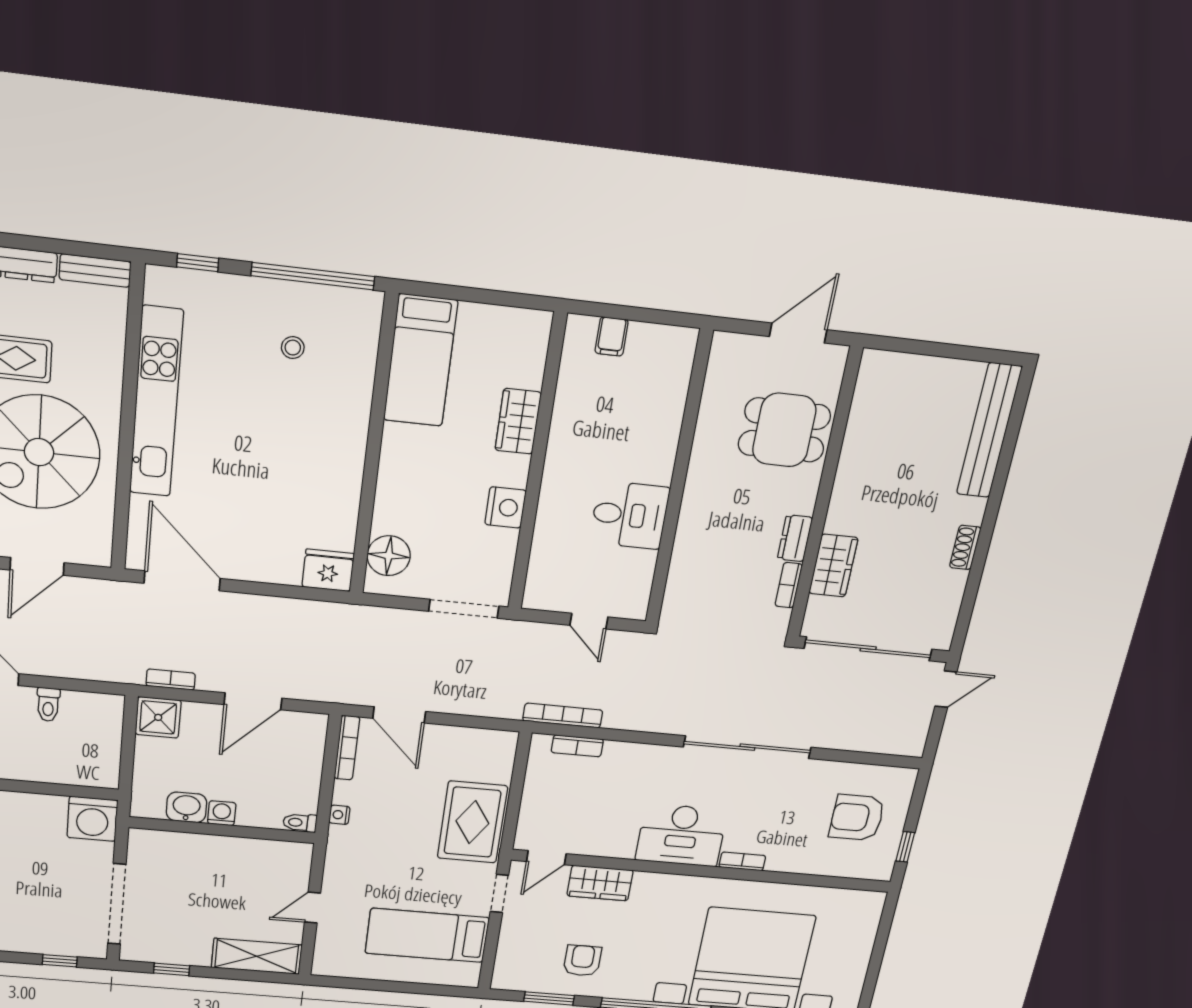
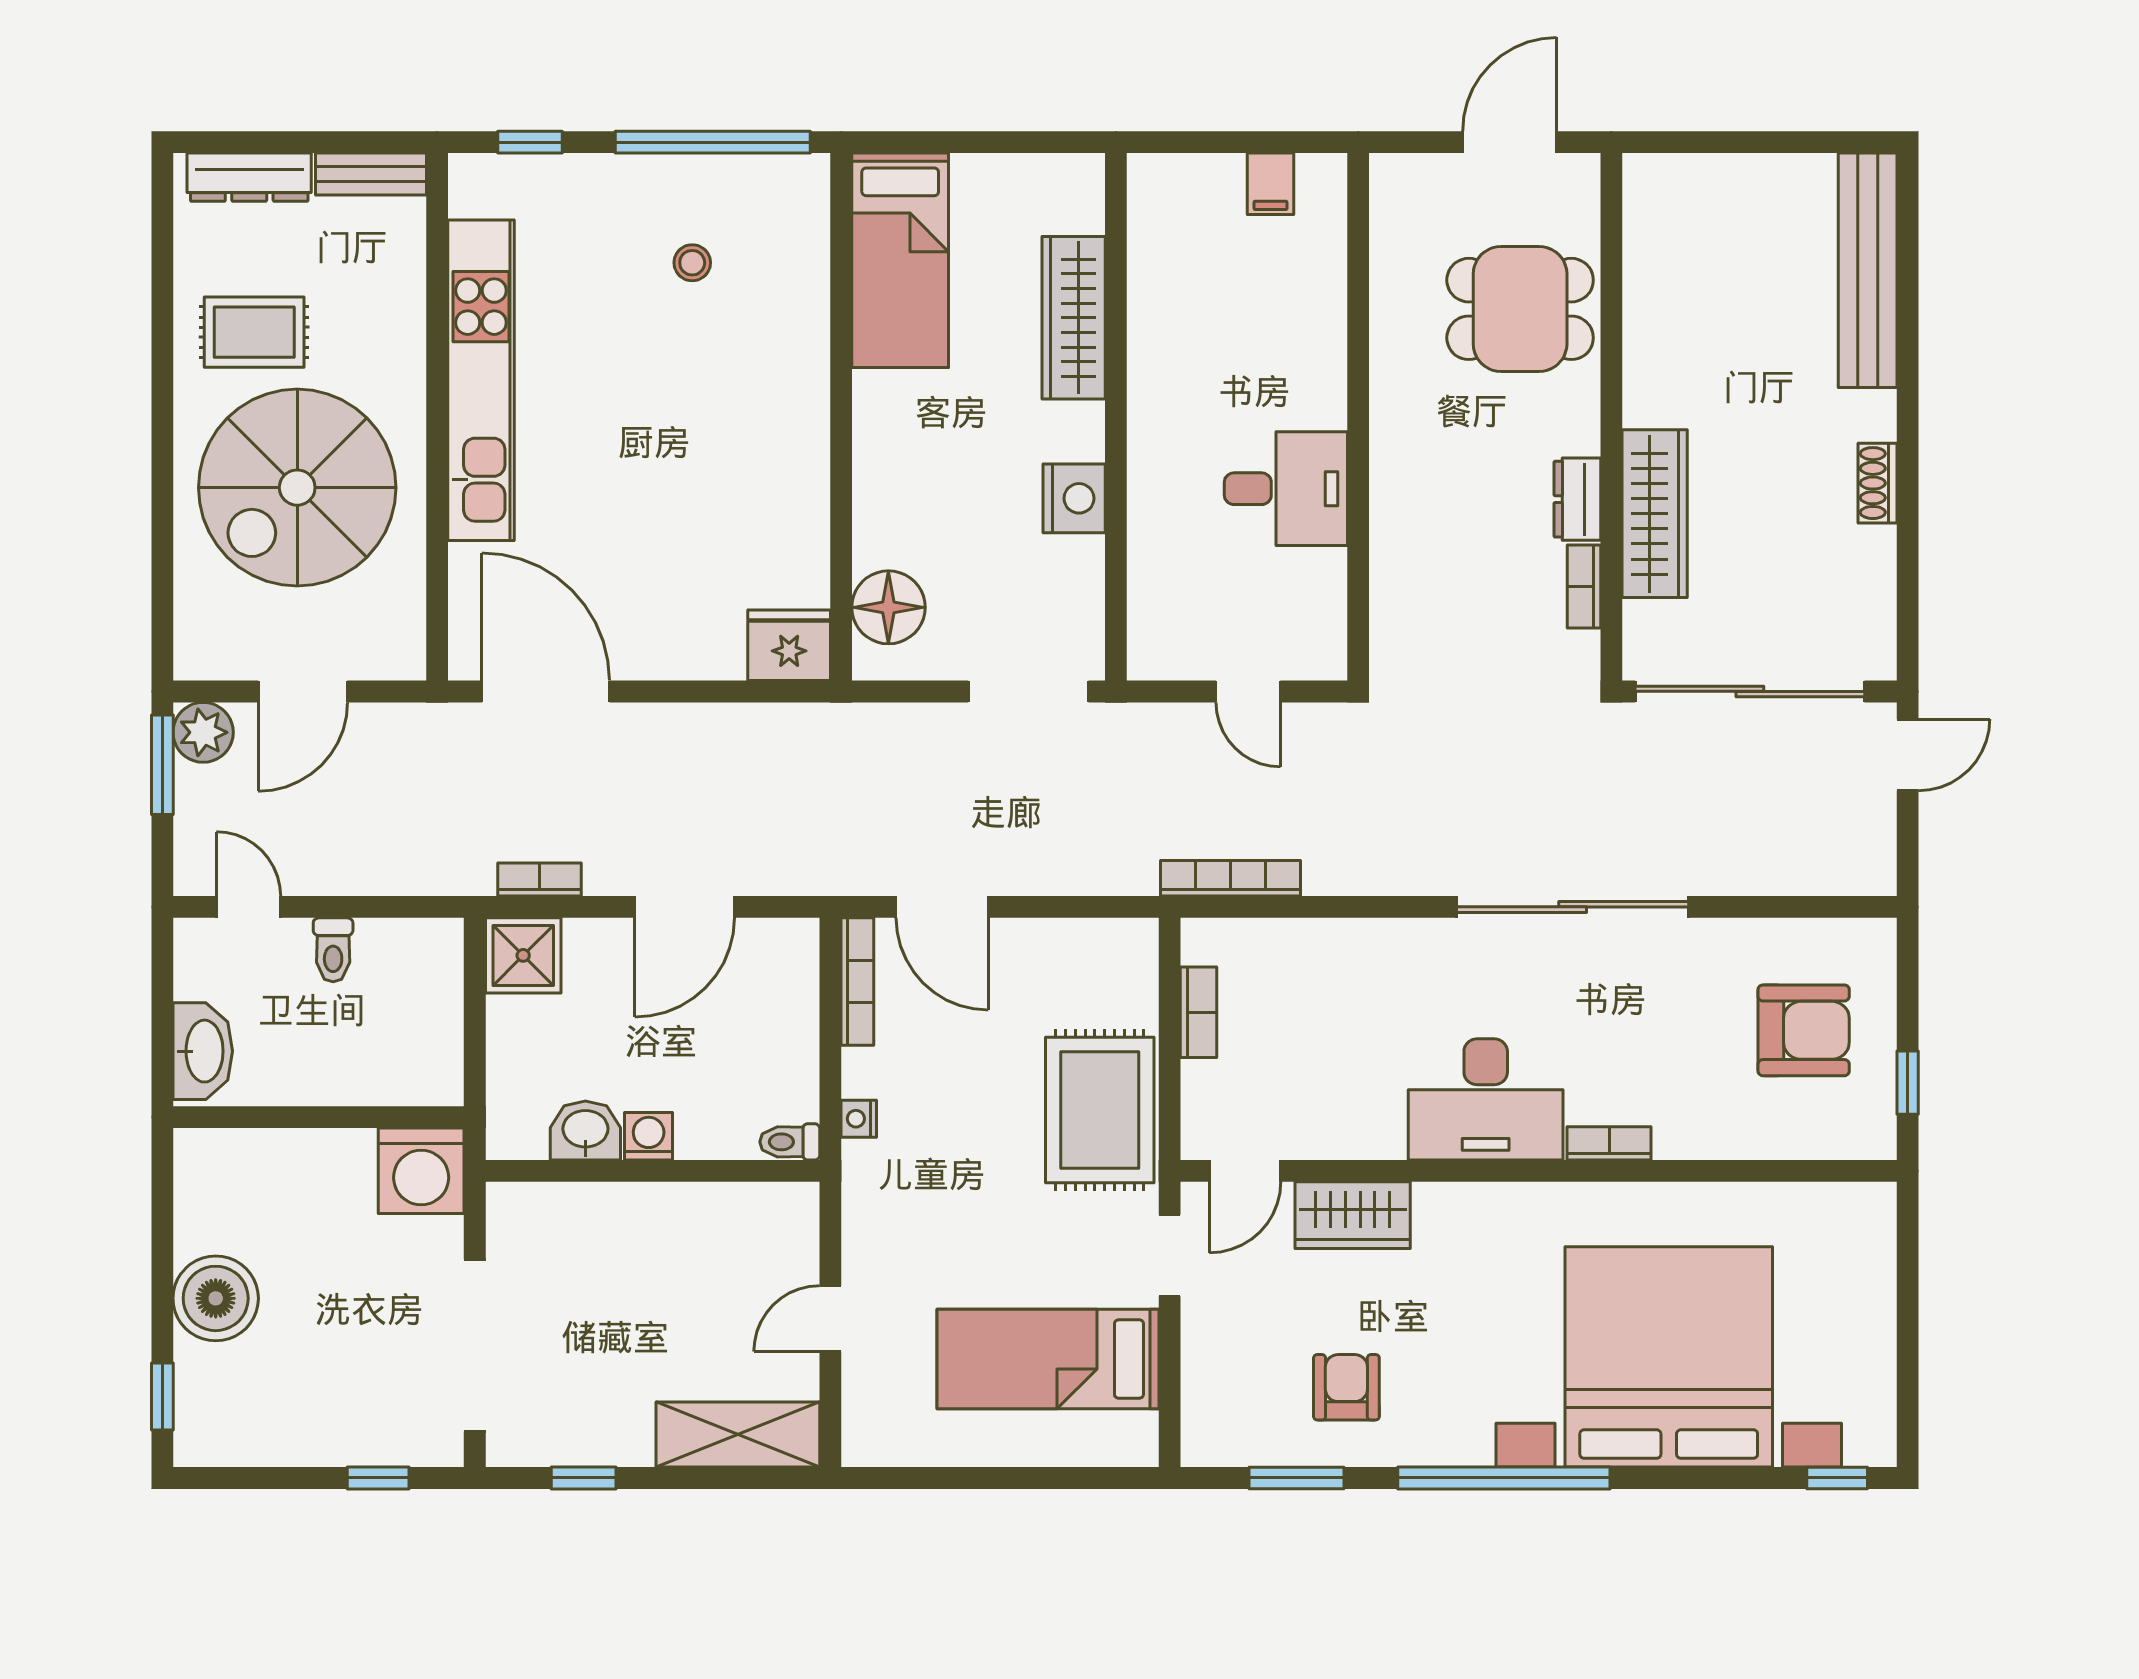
filing cabinet: (612, 336) -> (1270, 184), moved
wardrobe: (518, 421) -> (1074, 318), width x1.50
wardrobe: (833, 566) -> (1655, 514), width x1.50
bookcase: (577, 746) -> (1199, 1012), moved, turned -90
armchair: (857, 818) -> (1804, 1030), turned 180

